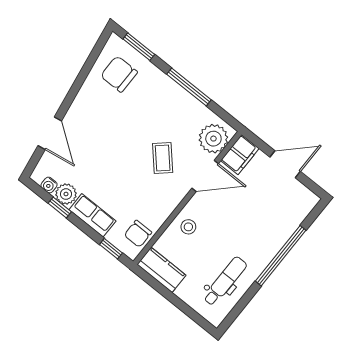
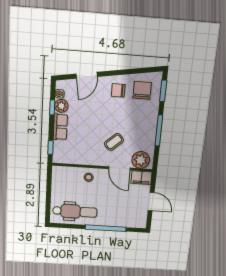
chair: (138, 234) -> (118, 90), moved
kitchen counter: (161, 270) -> (58, 179), removed
dental chair: (225, 281) -> (75, 211), width x1.36, depth x1.38

